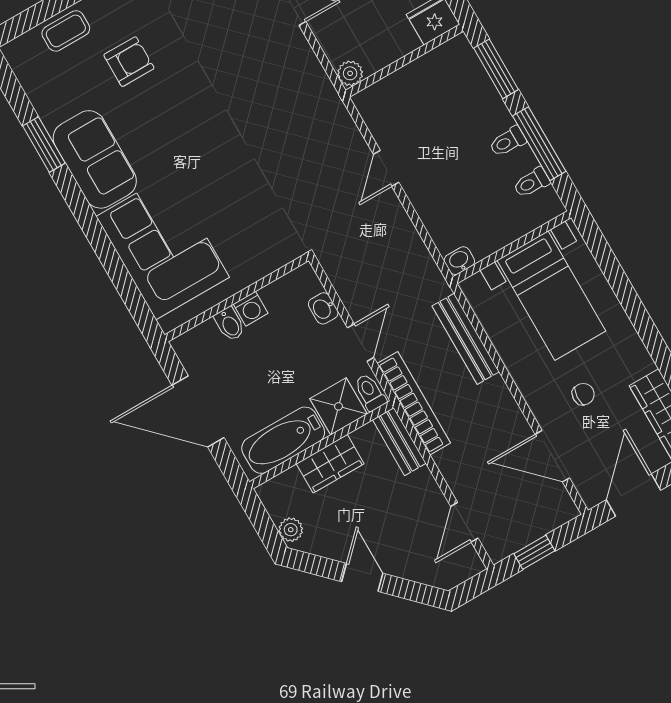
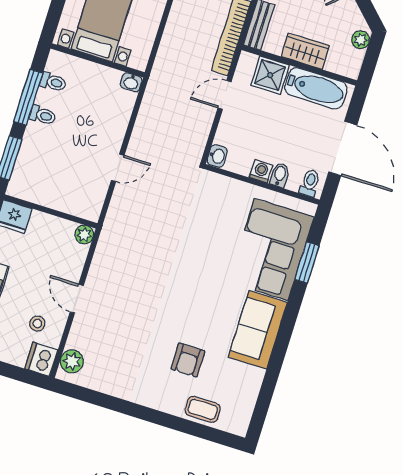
armchair: (129, 62) -> (188, 360), turned -90
window: (44, 145) -> (307, 263), moved
washbasin: (323, 308) -> (217, 156), moved
bench: (466, 339) -> (170, 40), removed
toilet: (370, 392) -> (310, 183), moved, turned 180

